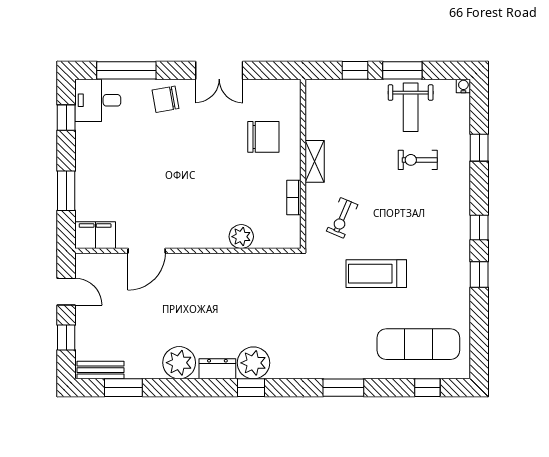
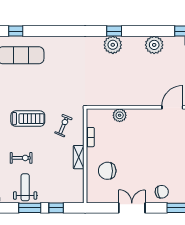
treadmill: (376, 274) -> (28, 119), moved
dresser: (217, 369) -> (133, 42), removed
window: (343, 388) -> (63, 31), removed

